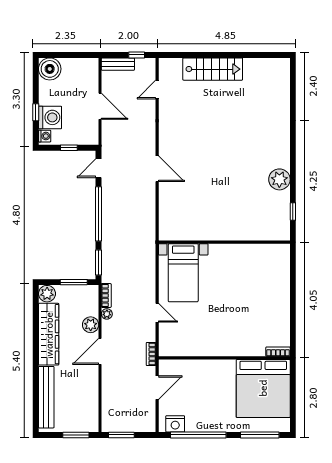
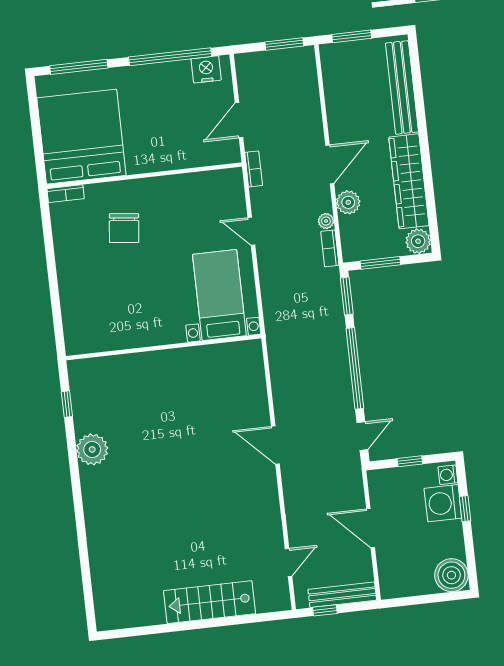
bench: (118, 64) -> (342, 595), width x1.36
chair: (242, 324) -> (124, 228), added

